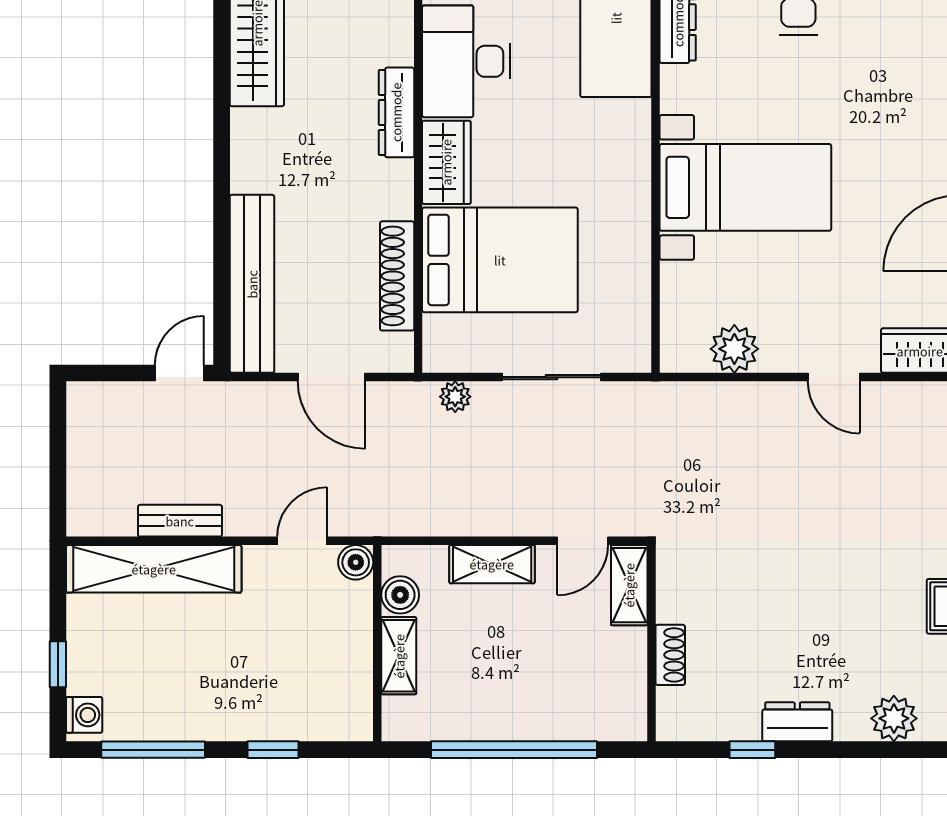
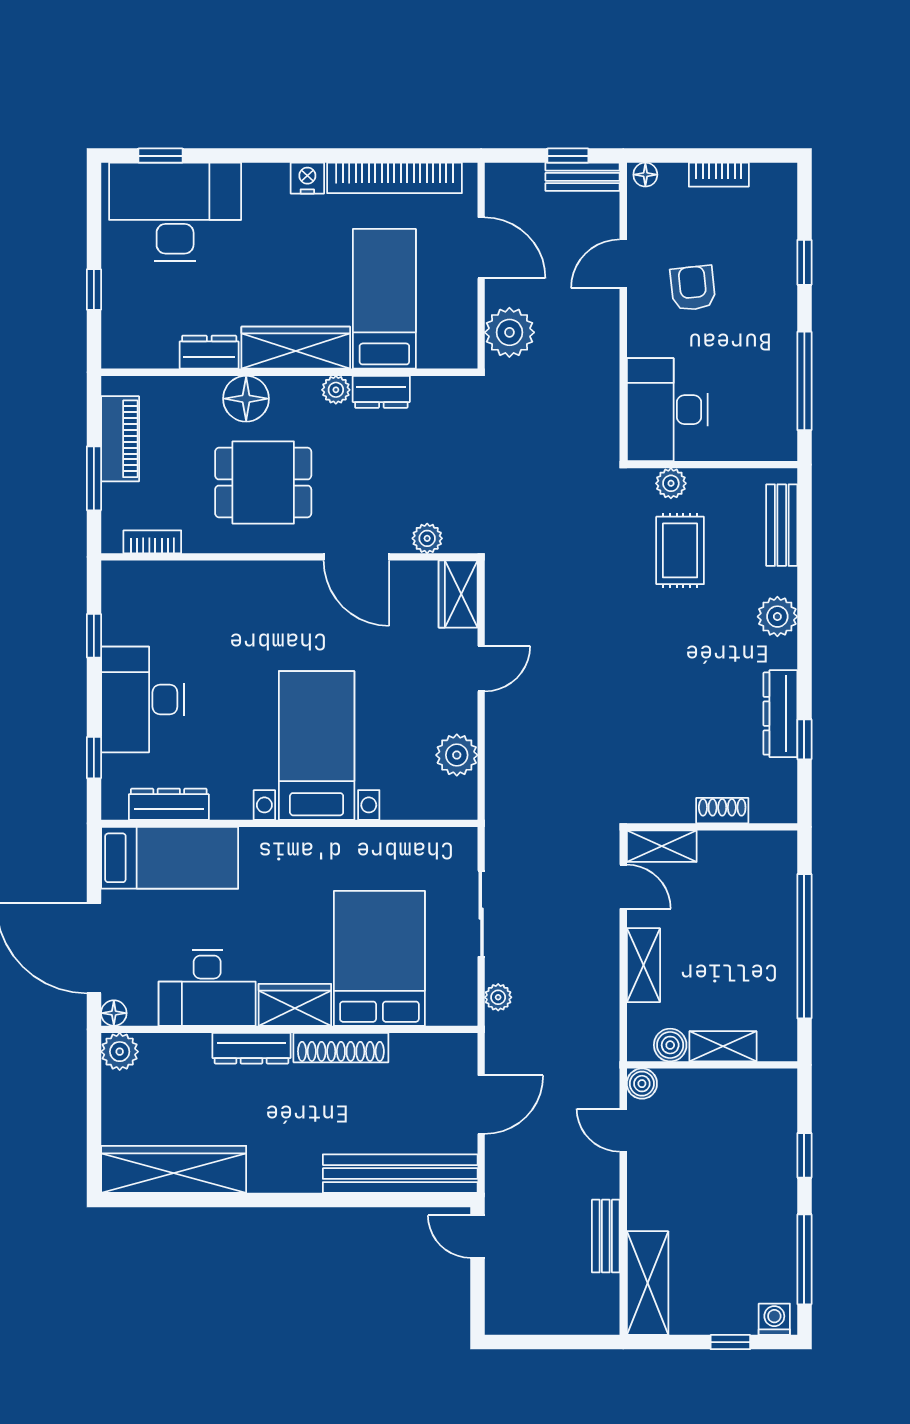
shoe rack: (397, 276) -> (341, 1048), moved
shelving: (154, 569) -> (648, 1283), width x0.68
dresser: (797, 722) -> (780, 714), width x1.44

